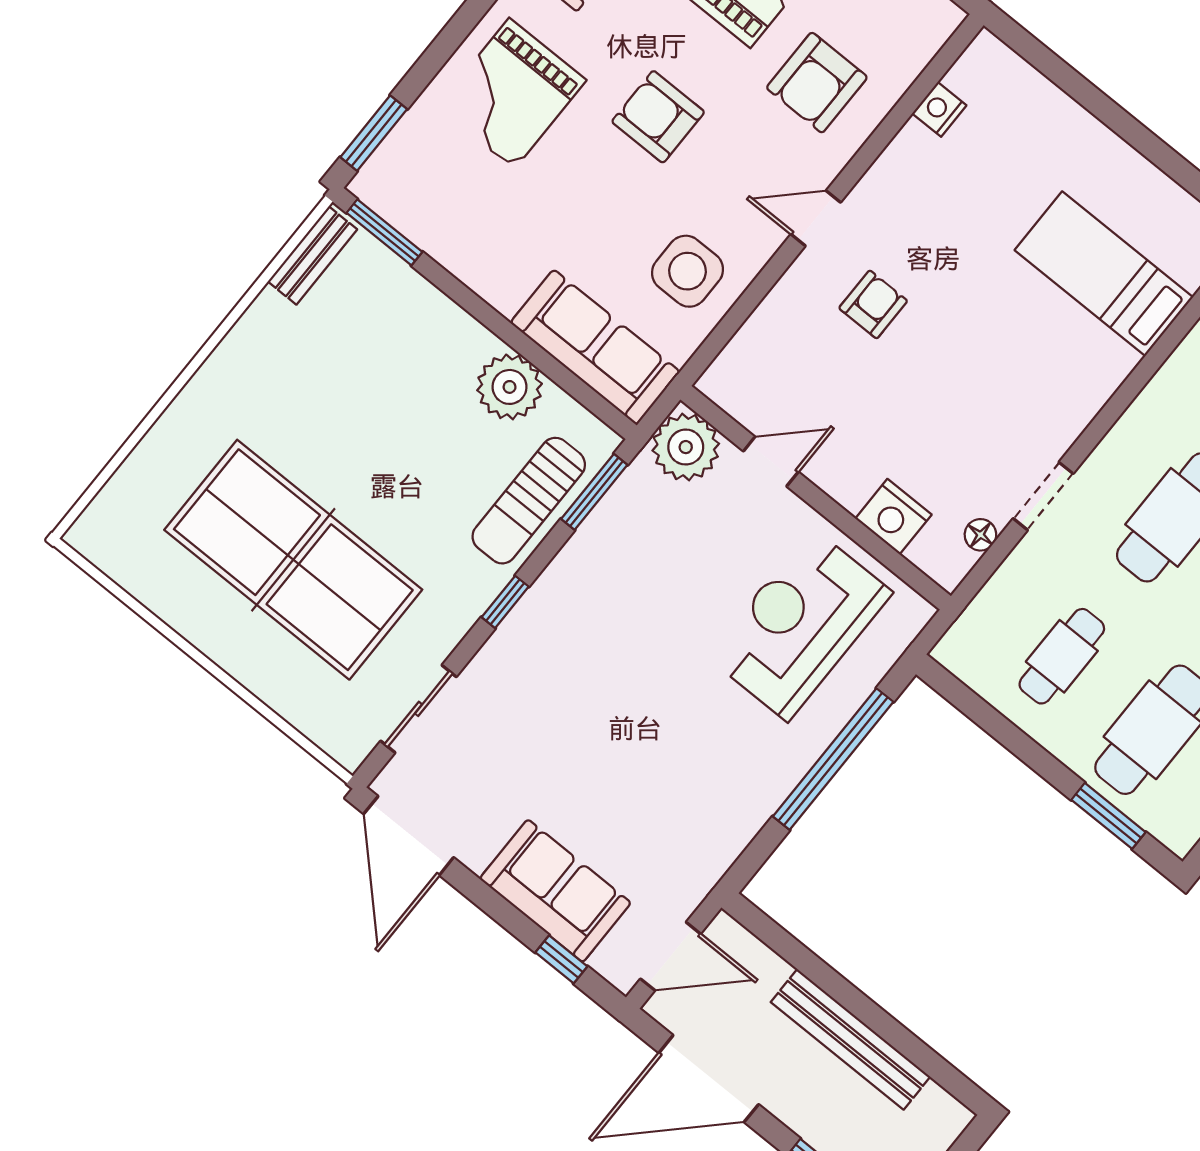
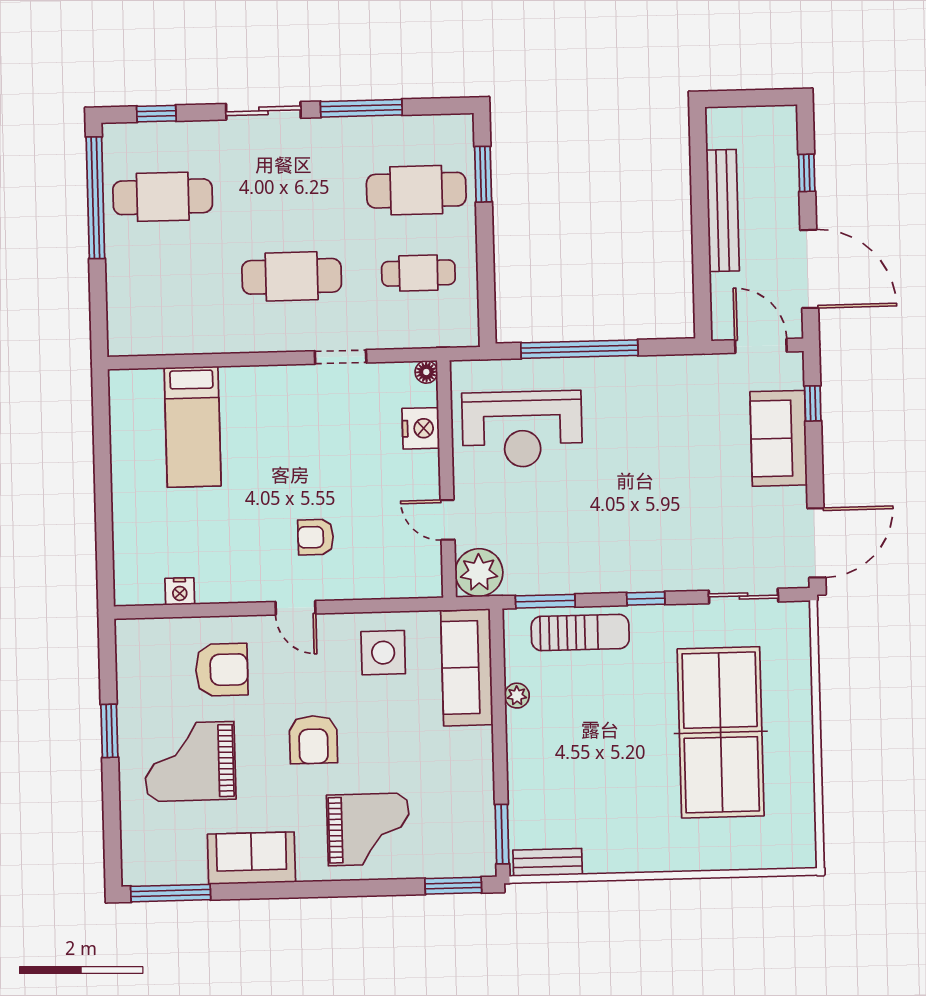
plant: (510, 387) -> (517, 696), width x0.53, depth x0.53
floor lamp: (980, 535) -> (426, 372), moved

